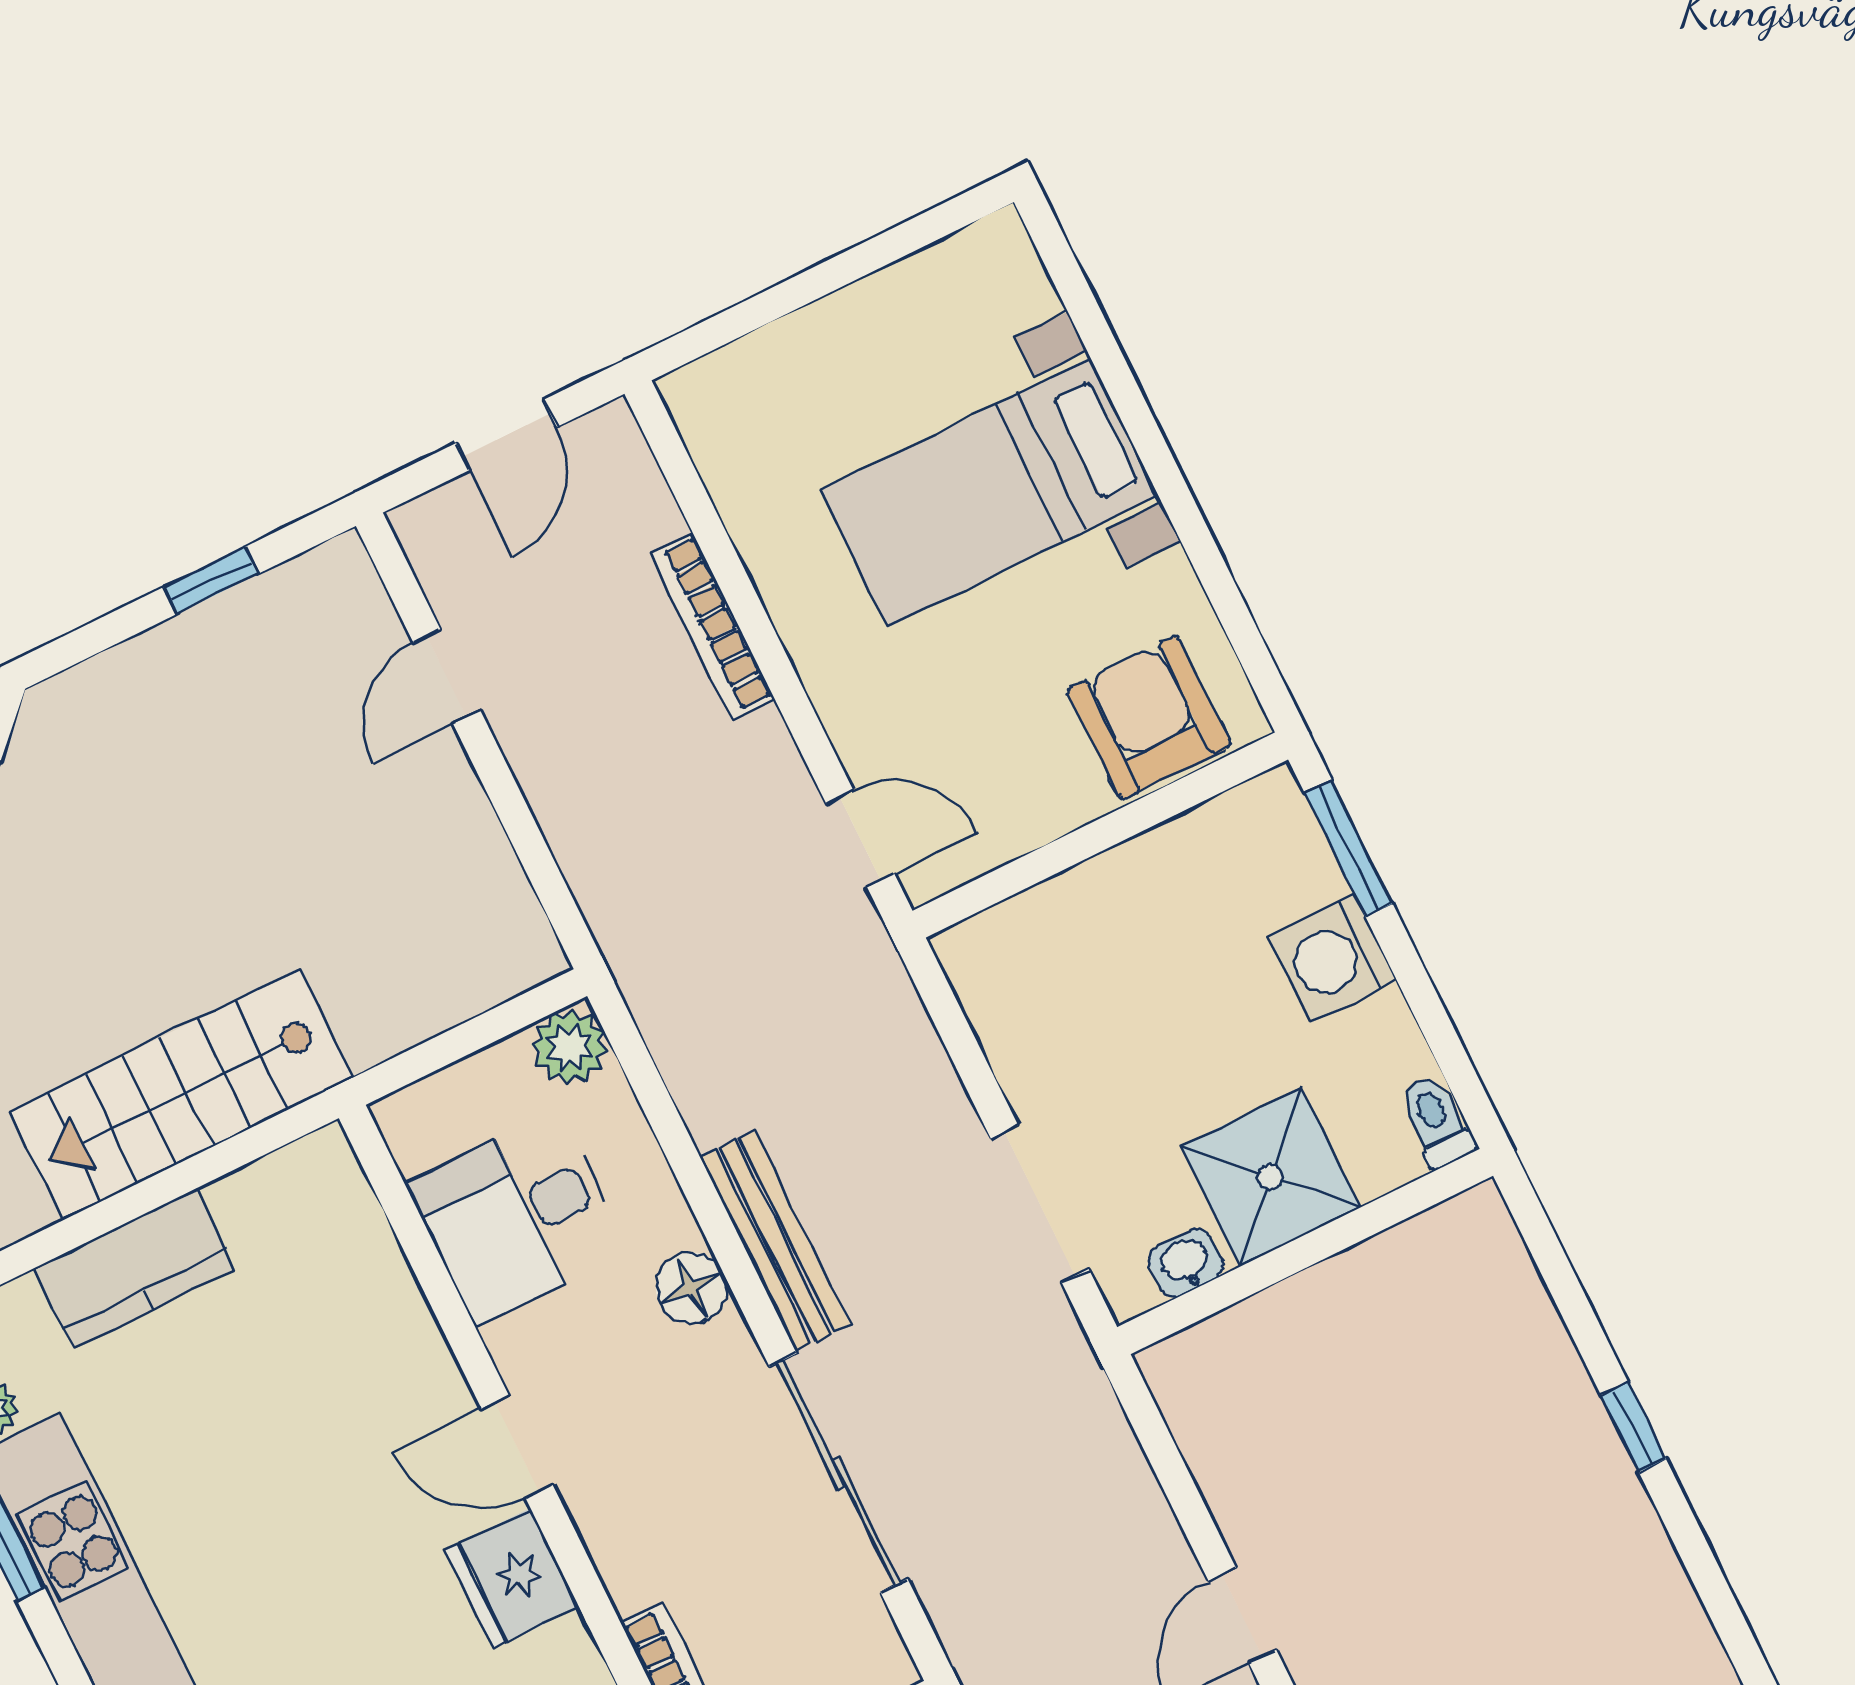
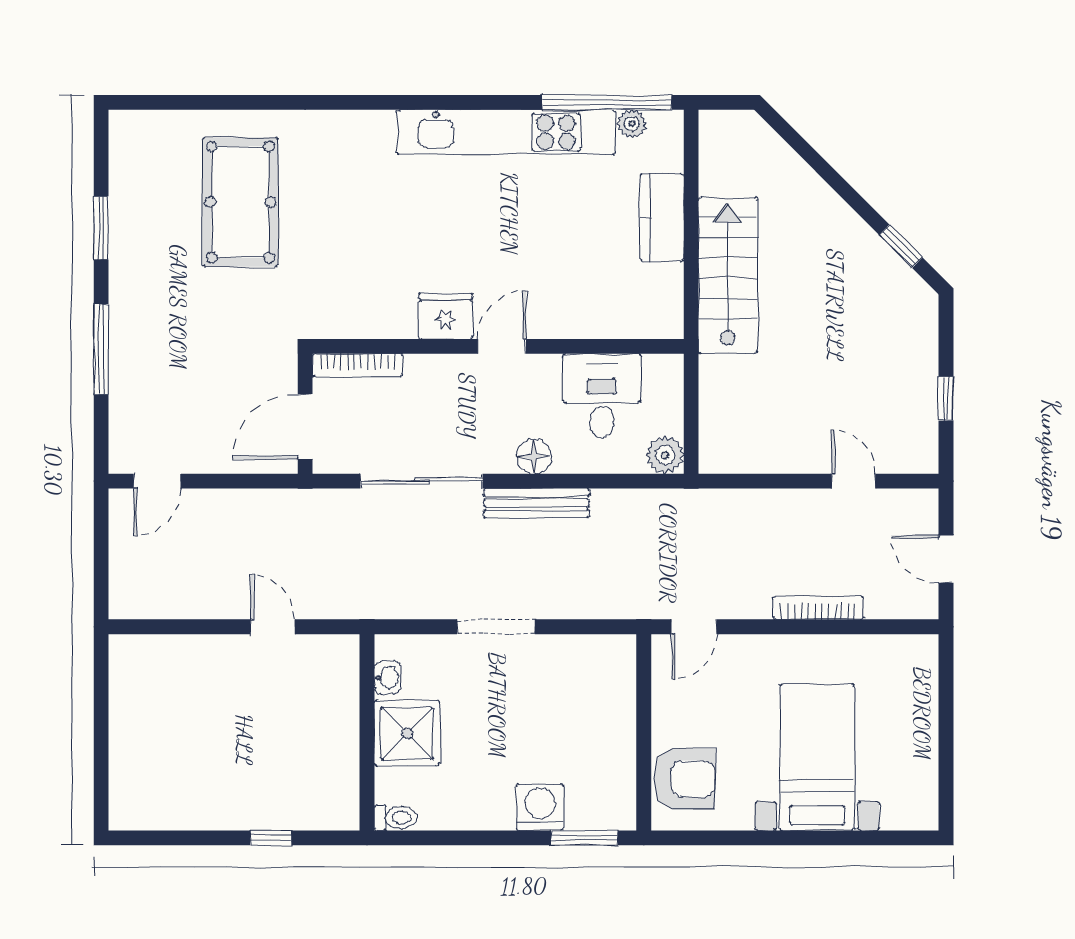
toilet: (1436, 1121) -> (396, 818), moved
shower: (1271, 1177) -> (407, 733), moved
wall: (1305, 1251) -> (367, 732), moved
washbasin: (1186, 1263) -> (388, 678), moved

